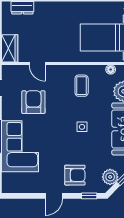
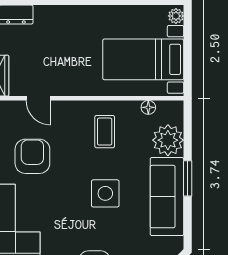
side table: (82, 127) -> (105, 193), width x1.87, depth x1.87

